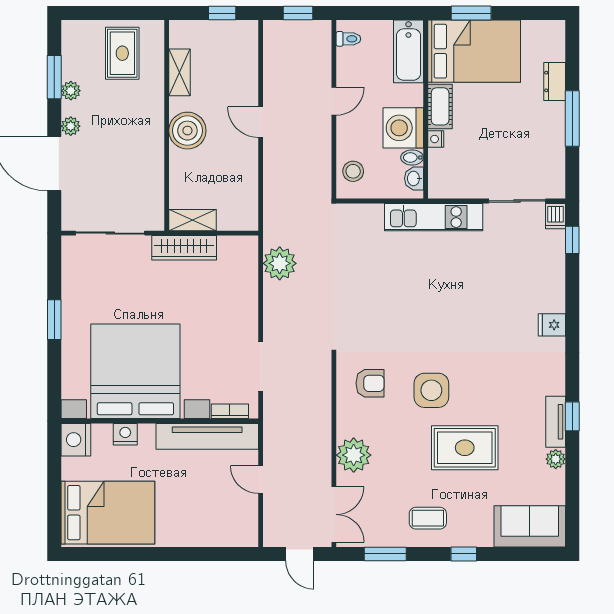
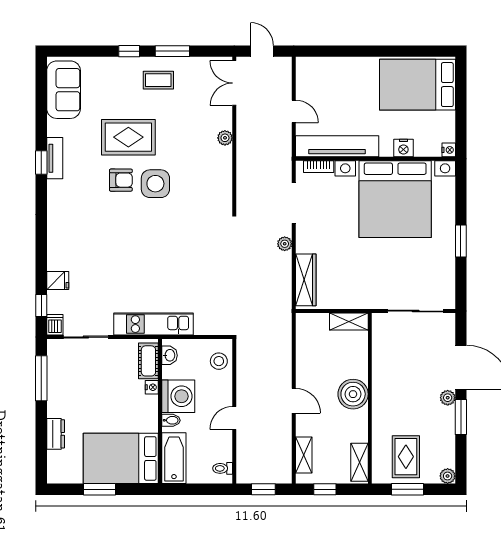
window: (120, 13) -> (407, 489), added
window: (471, 13) -> (100, 489), moved
shelving: (248, 55) -> (304, 455), added
shelving: (180, 72) -> (359, 462), moved
window: (54, 77) -> (461, 417), moved
plant: (71, 91) -> (448, 476), moved
cot: (440, 106) -> (148, 361), moved
window: (572, 118) -> (41, 378), moved
bidet: (412, 157) -> (171, 420), moved
wardrobe: (184, 248) -> (306, 280), moved, turned 90
plant: (280, 263) -> (285, 244), moved, width x0.53, depth x0.53
fridge: (552, 325) -> (58, 281), moved
armchair: (370, 383) -> (121, 180), moved, turned 180
nightstand: (76, 440) -> (449, 150), width x0.53, depth x0.56
plant: (354, 455) -> (225, 138), width x0.53, depth x0.53
plant: (556, 459) -> (55, 128), removed
sofa: (530, 526) -> (64, 90), moved, turned -90
window: (385, 554) -> (172, 51), moved

